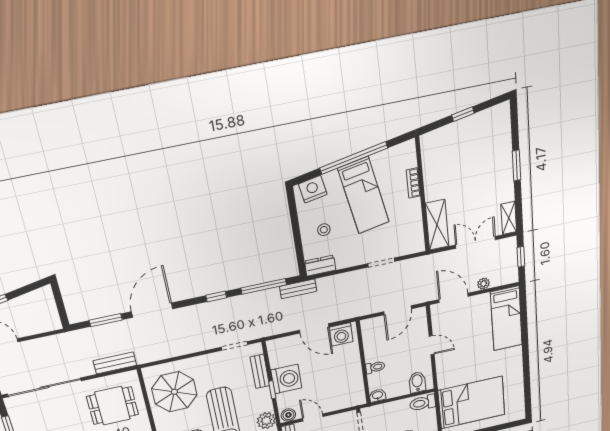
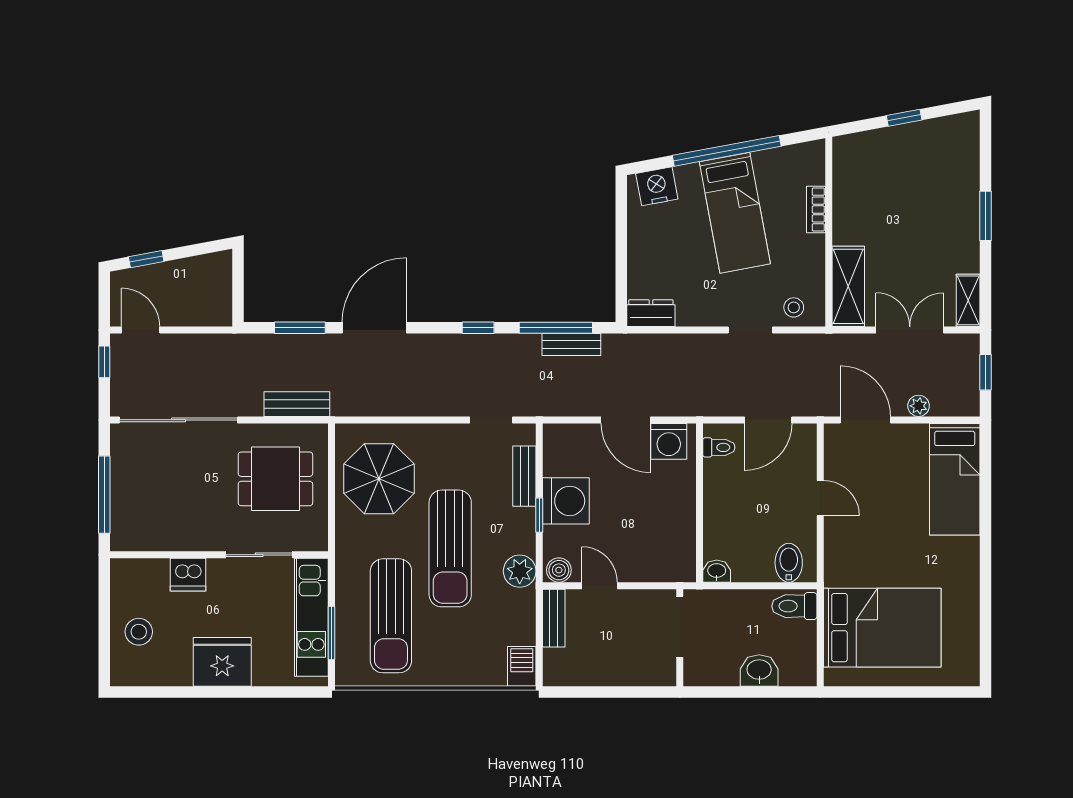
stool: (324, 230) -> (794, 307), moved
bench: (298, 289) -> (571, 345), moved
toilet: (375, 367) -> (719, 447), moved

